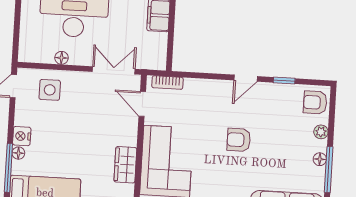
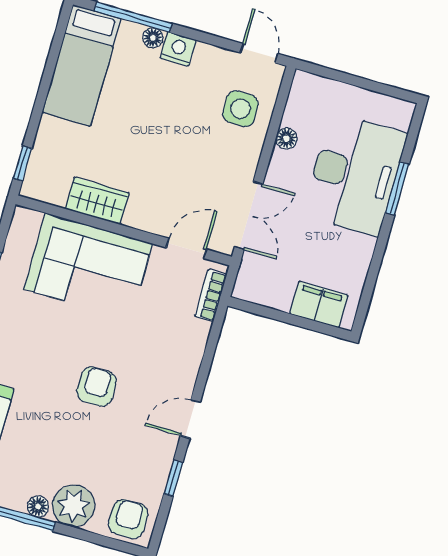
door: (246, 78) -> (190, 419), hinge flipped
plant: (321, 132) -> (73, 506), width x1.88, depth x1.88

